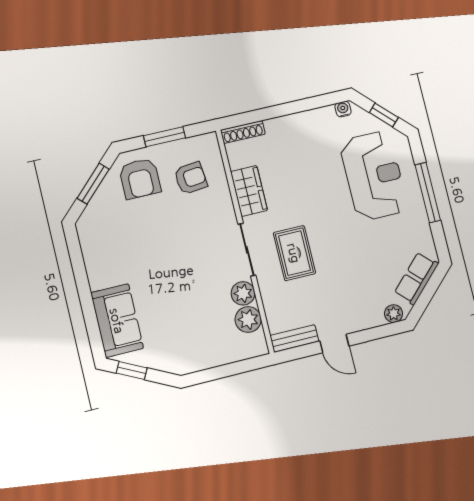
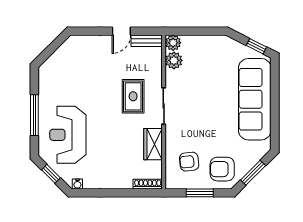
armchair: (140, 179) -> (222, 169), turned -90
row of seats: (416, 278) -> (56, 60), removed
plant: (243, 293) -> (173, 43), moved
plant: (394, 314) -> (77, 41), removed
sofa: (117, 321) -> (255, 99), width x1.85, depth x1.27
door: (334, 343) -> (121, 31), swing flipped

